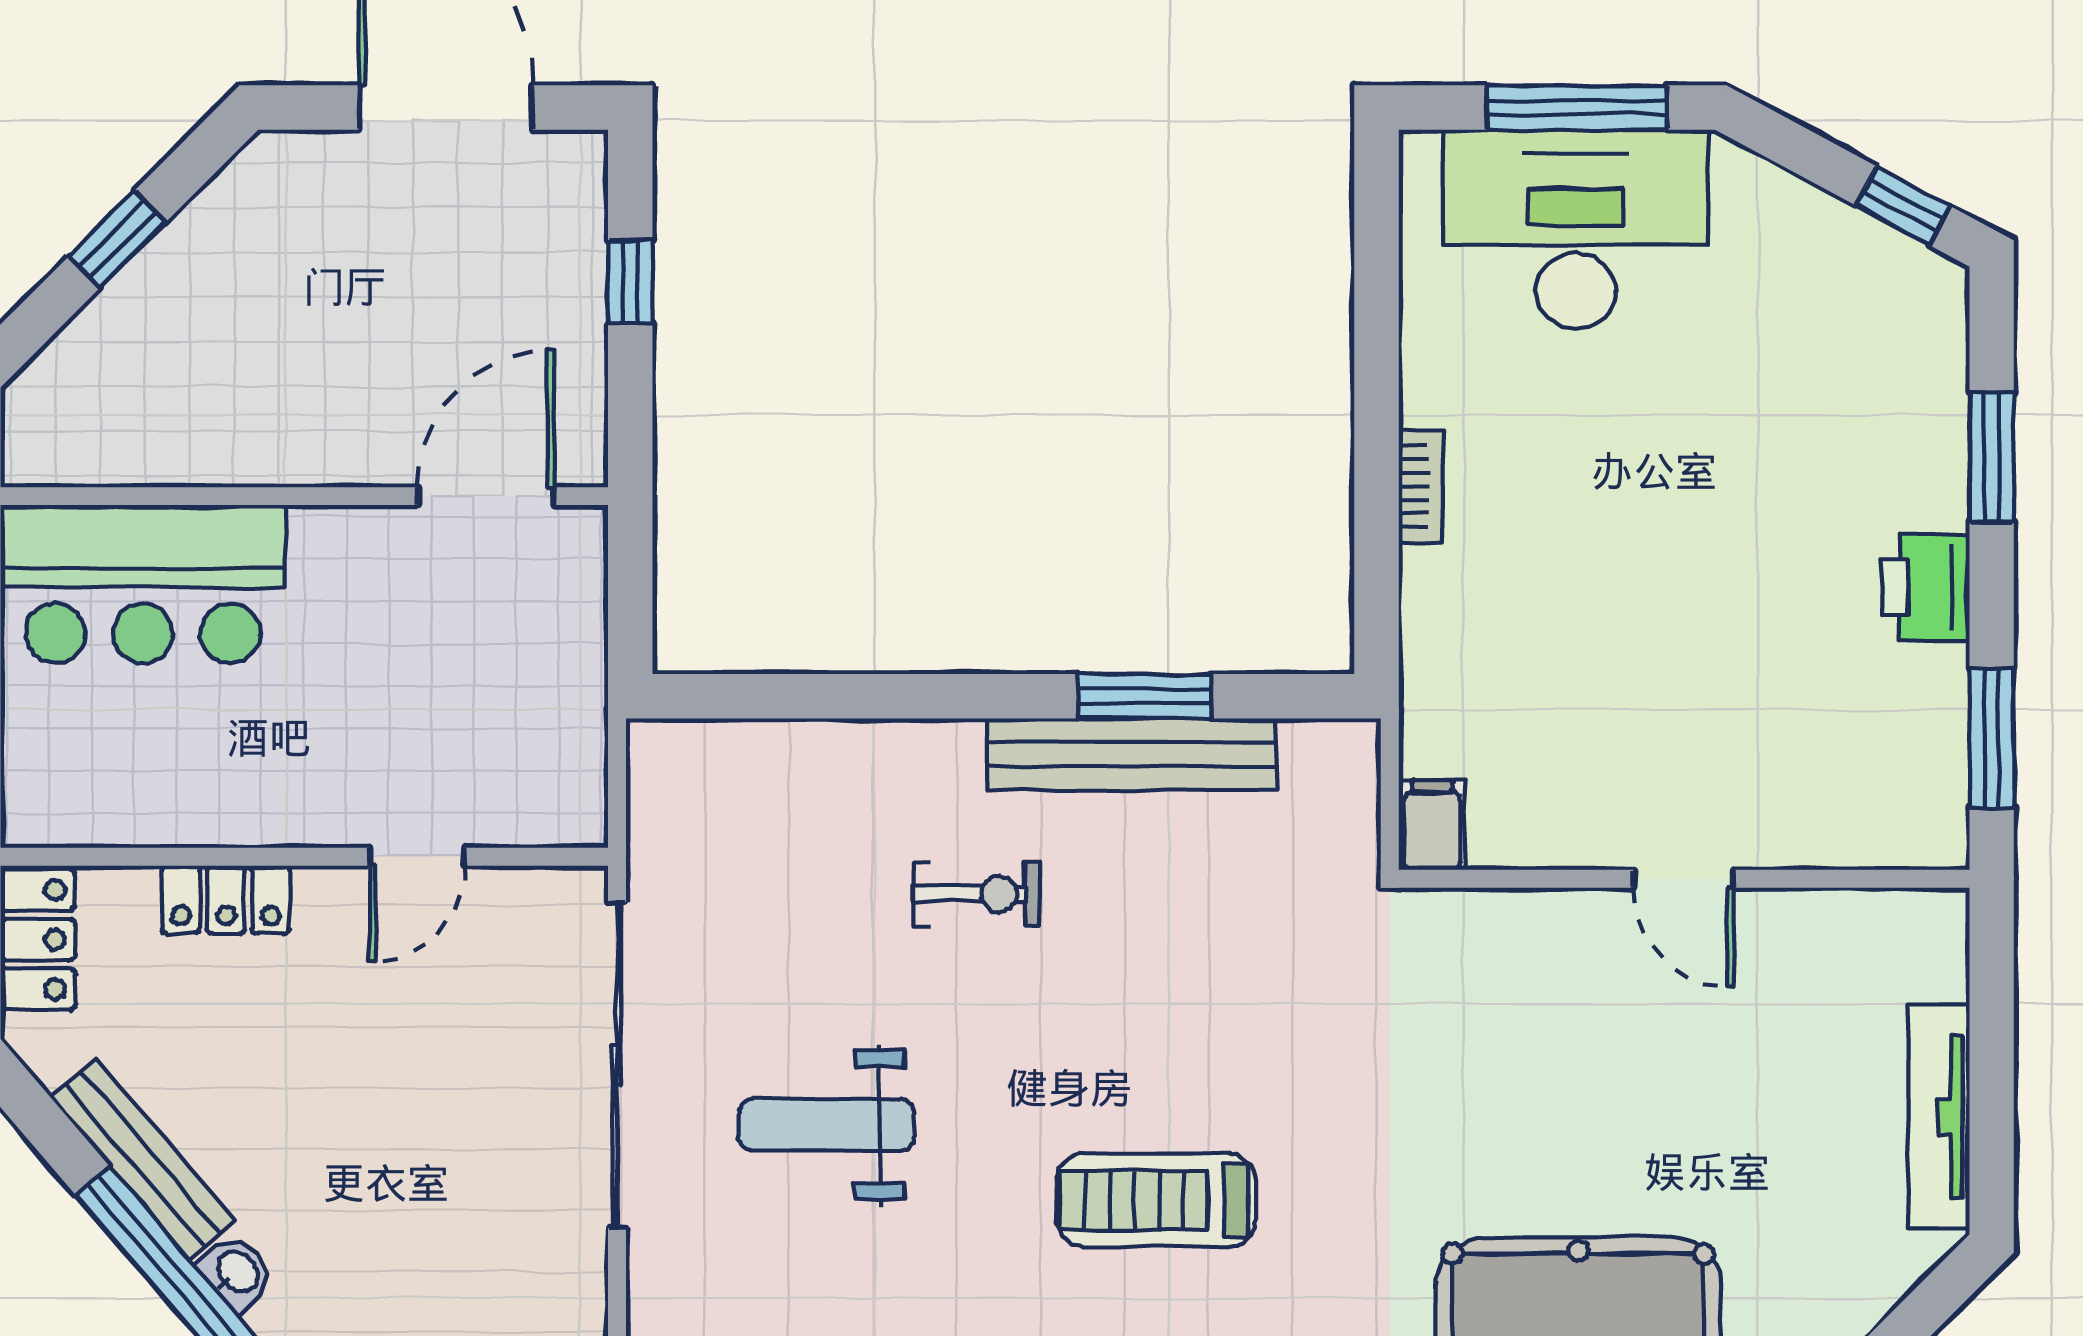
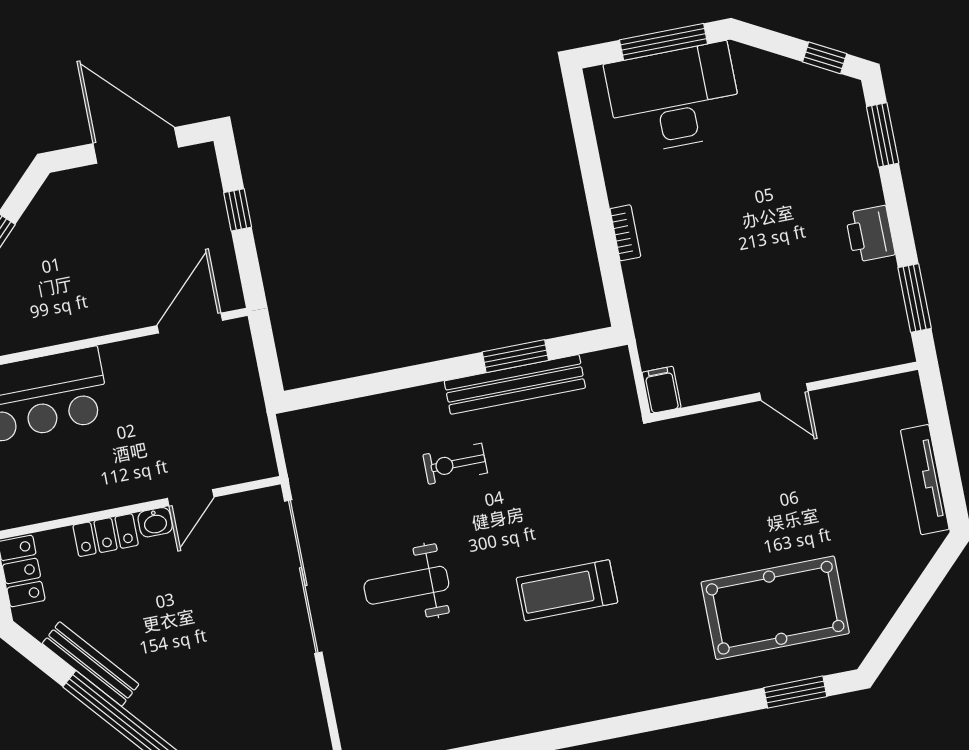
window: (1992, 457) -> (883, 135), moved
exercise bike: (976, 894) -> (455, 464), turned 180
washbasin: (237, 1273) -> (155, 522), moved, turned 131

